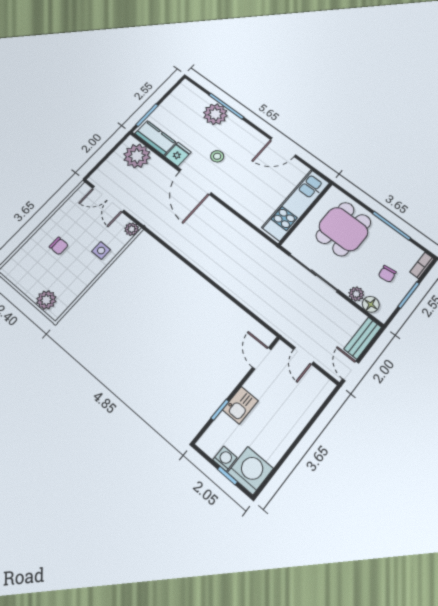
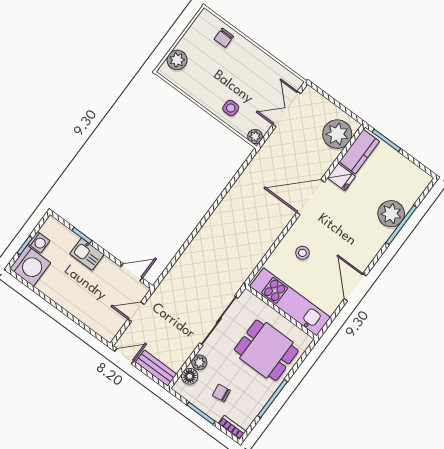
stool: (217, 156) -> (302, 253), moved
chair: (59, 246) -> (224, 38), moved

